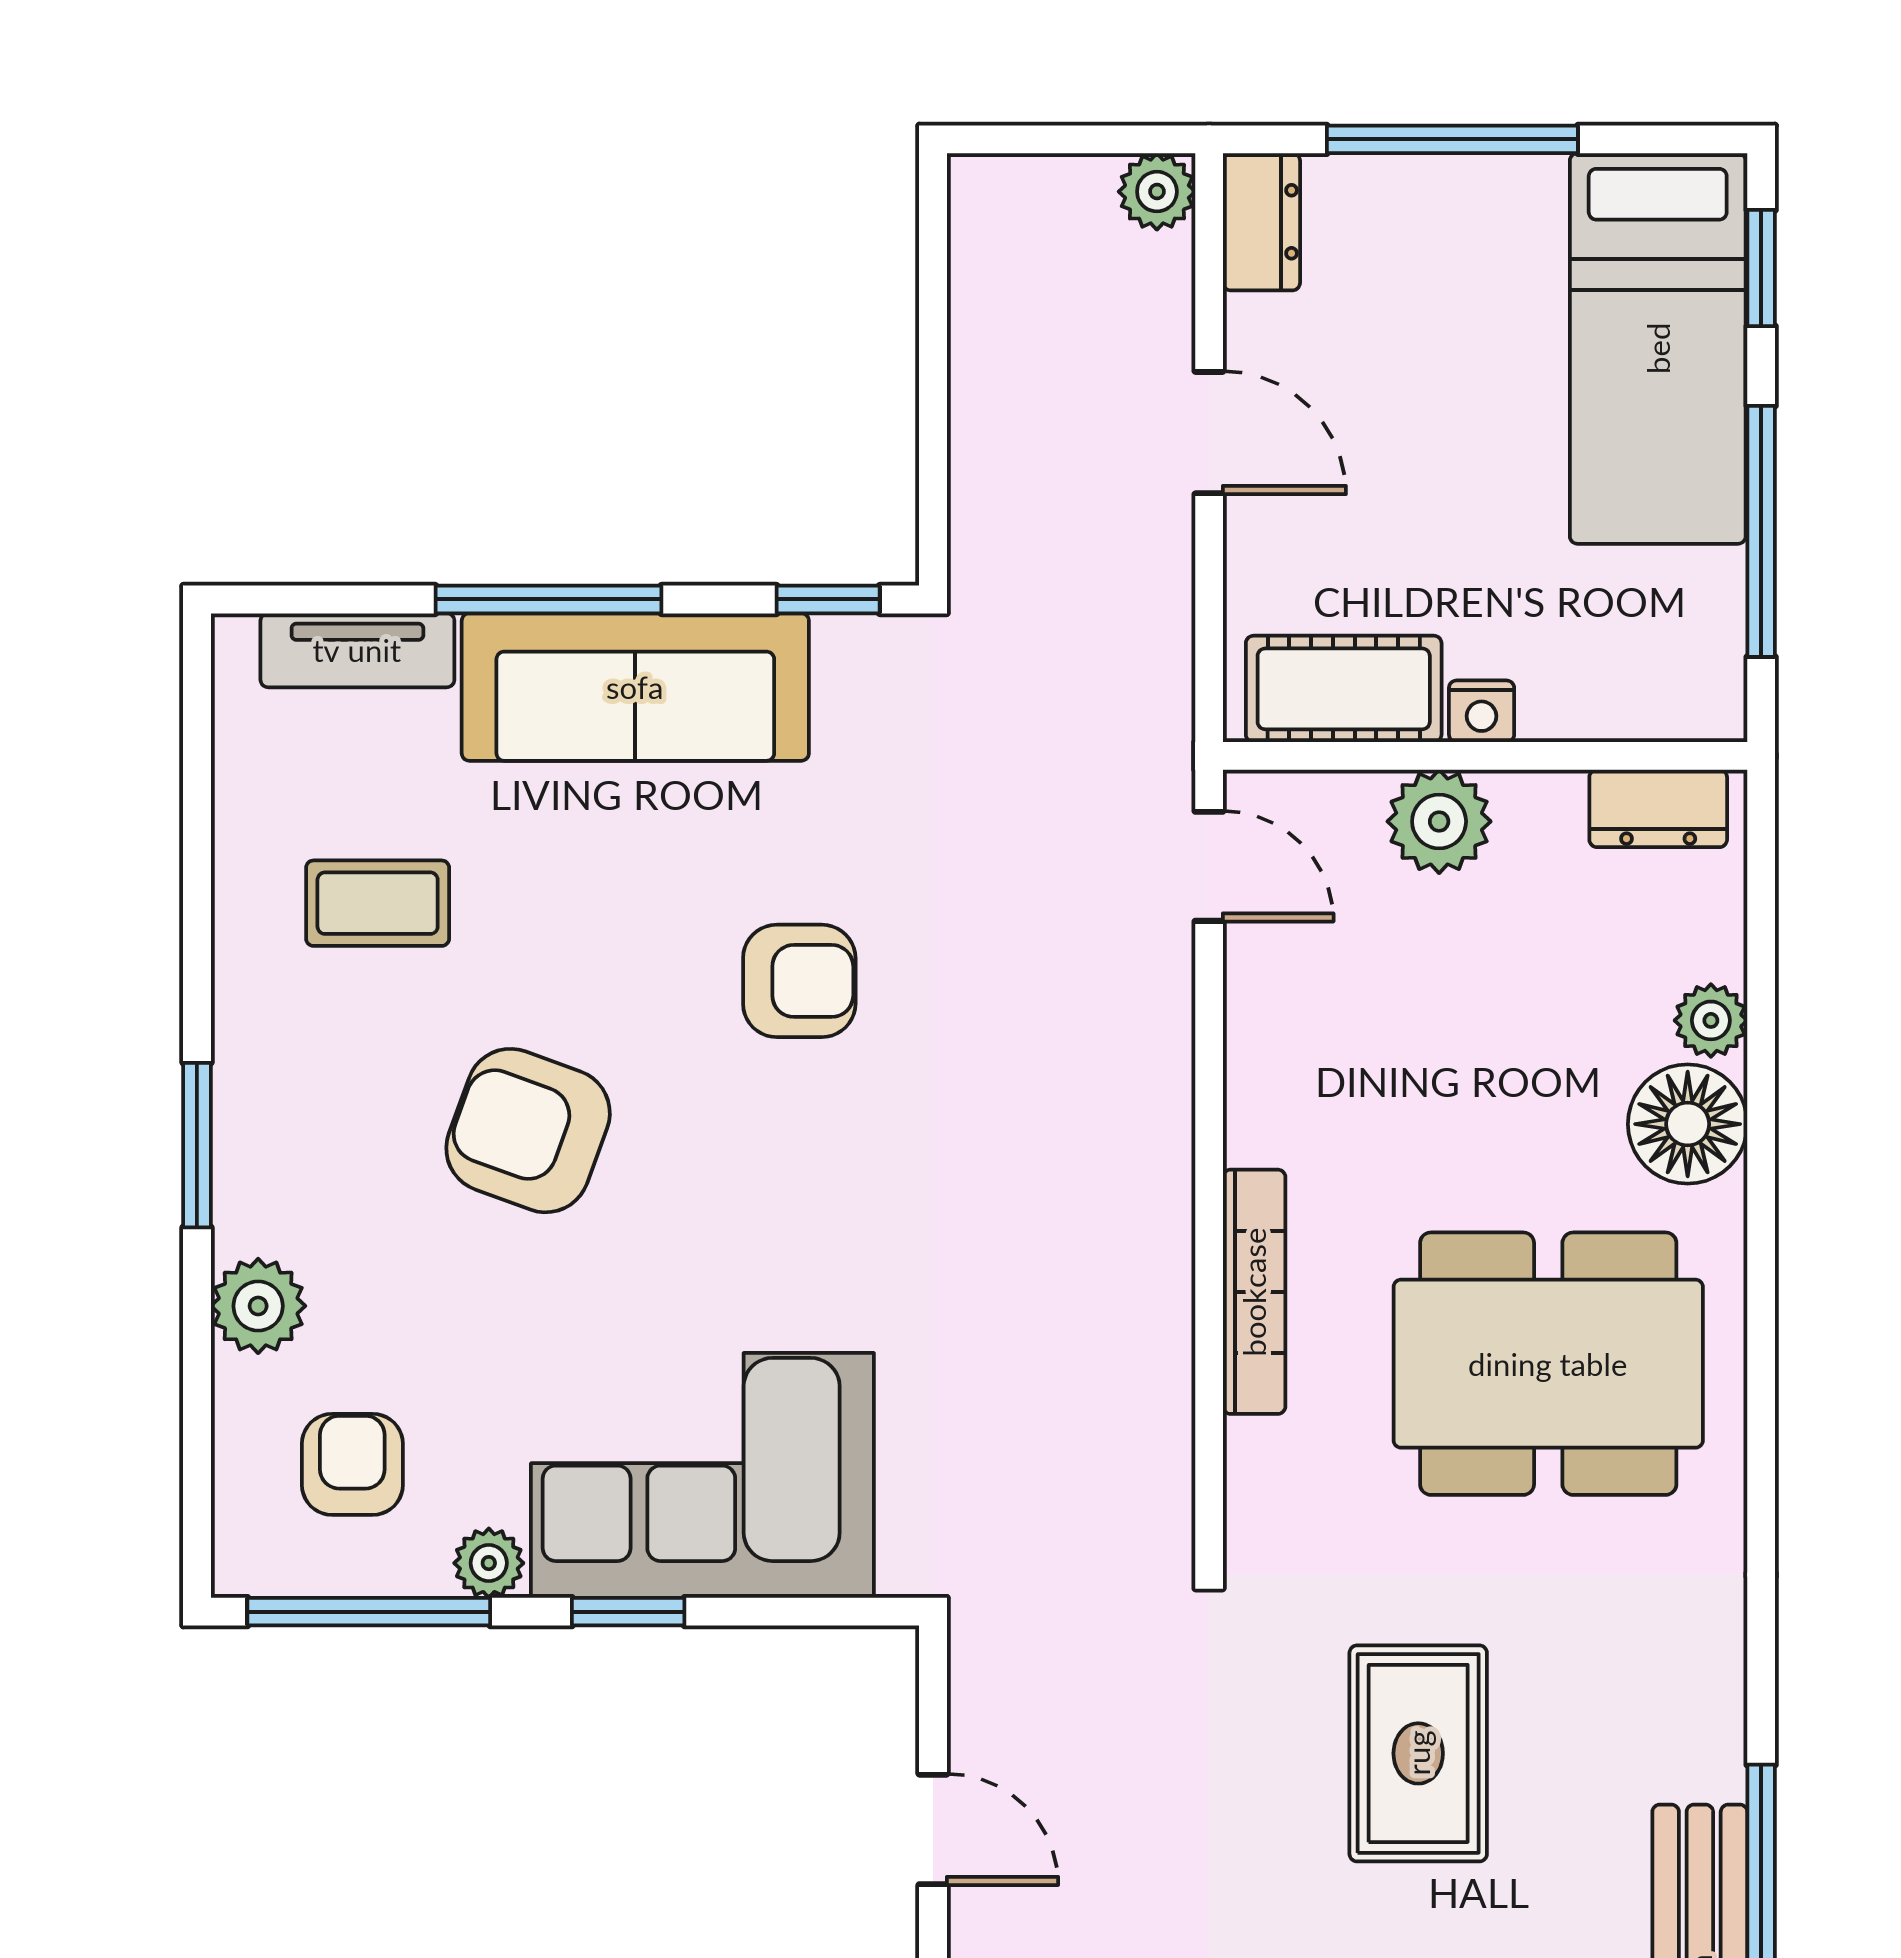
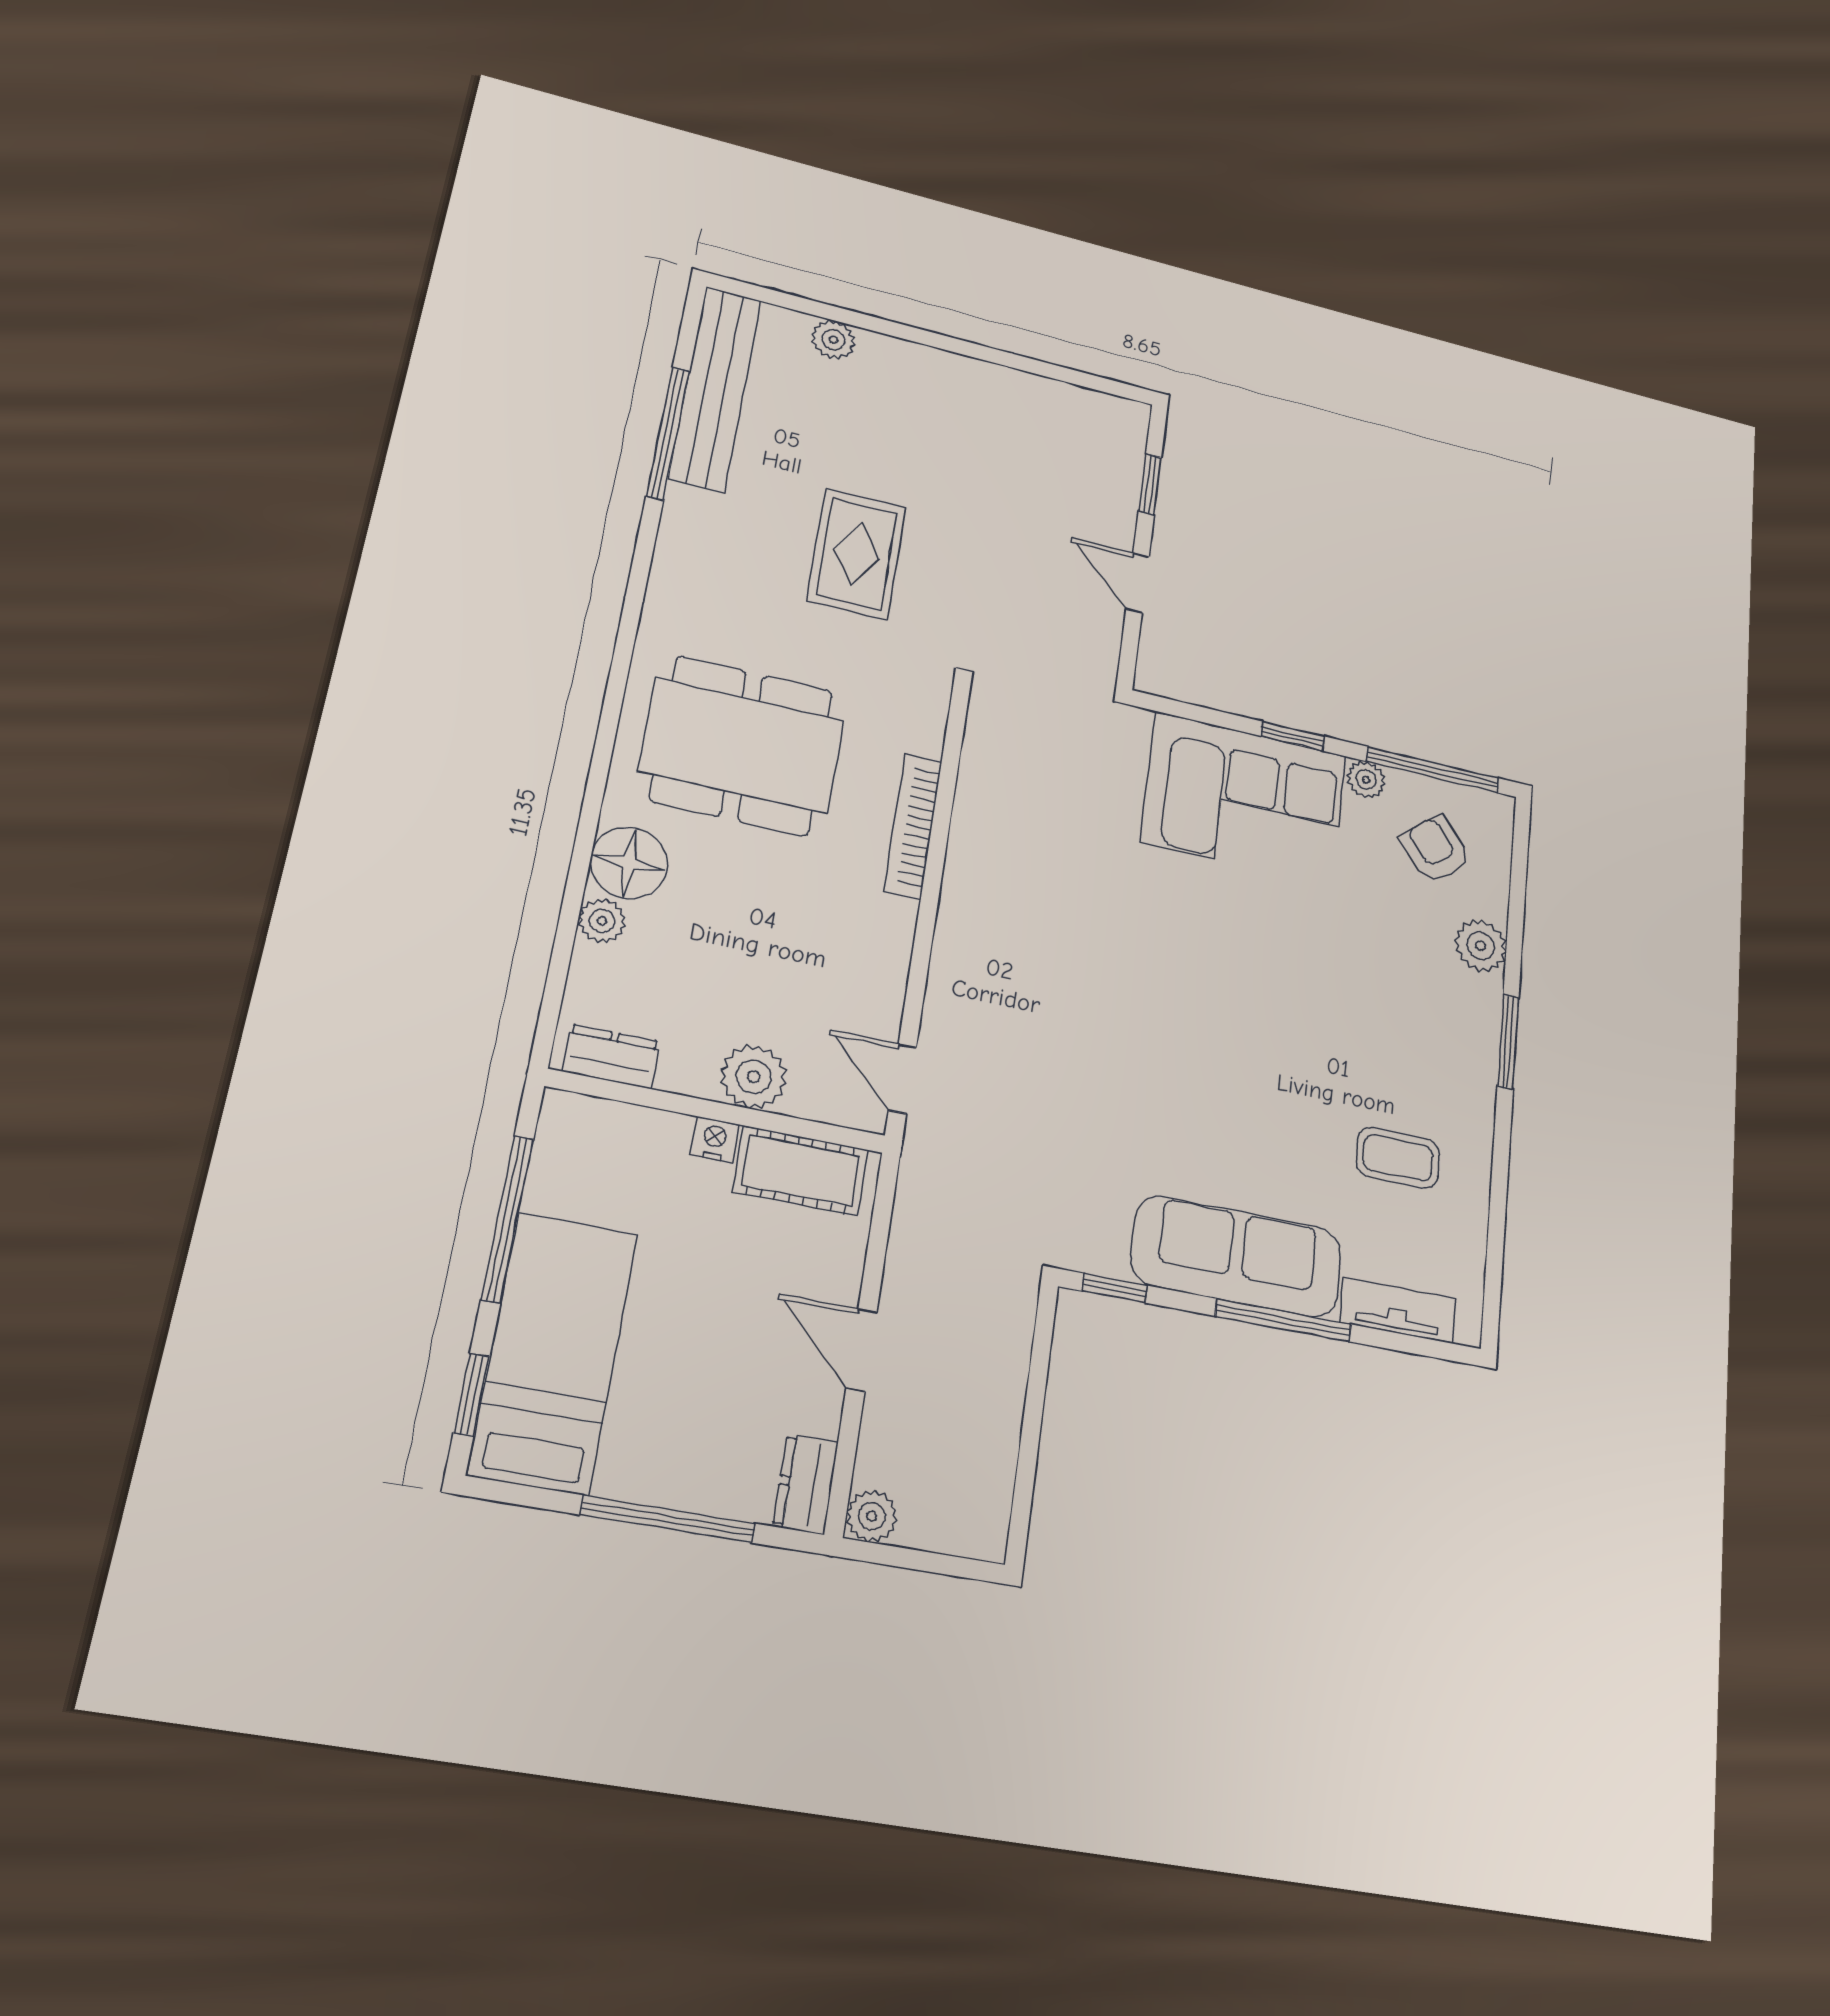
armchair: (799, 981) -> (1159, 1062), removed
armchair: (528, 1131) -> (1324, 1010), removed
armchair: (352, 1464) -> (1436, 849), turned 141

